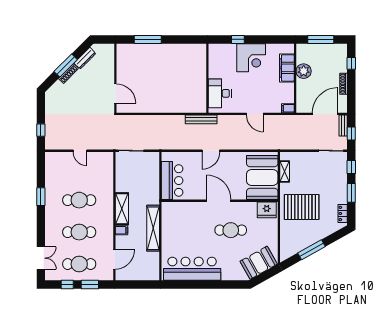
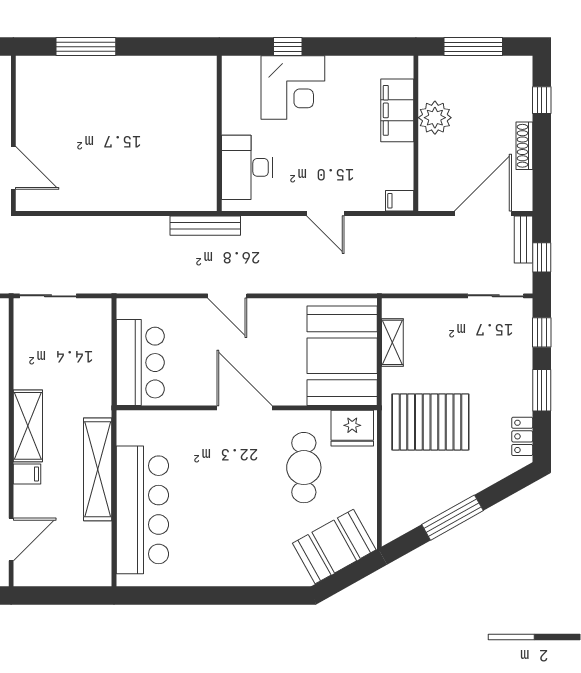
corner desk: (251, 58) -> (293, 88), moved
door: (211, 151) -> (227, 296), hinge flipped
cafe table: (231, 230) -> (304, 468), moved, turned 90
bar counter: (192, 269) -> (142, 510), moved, turned 90

